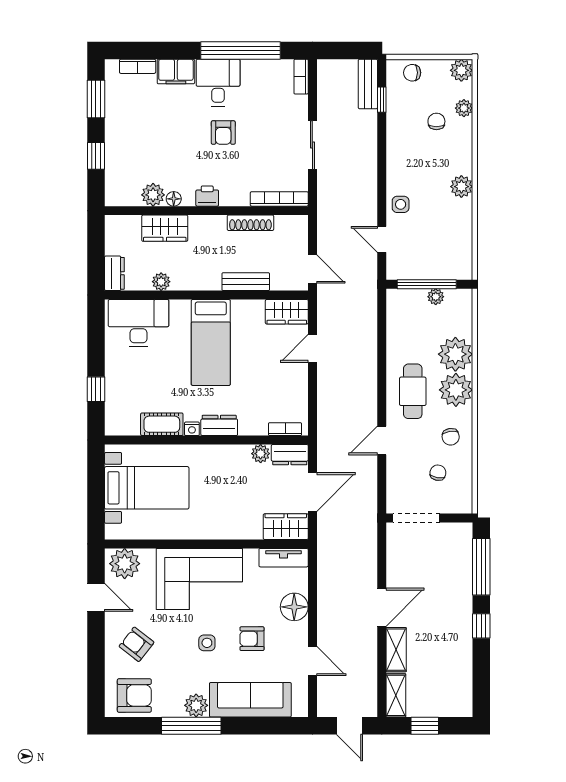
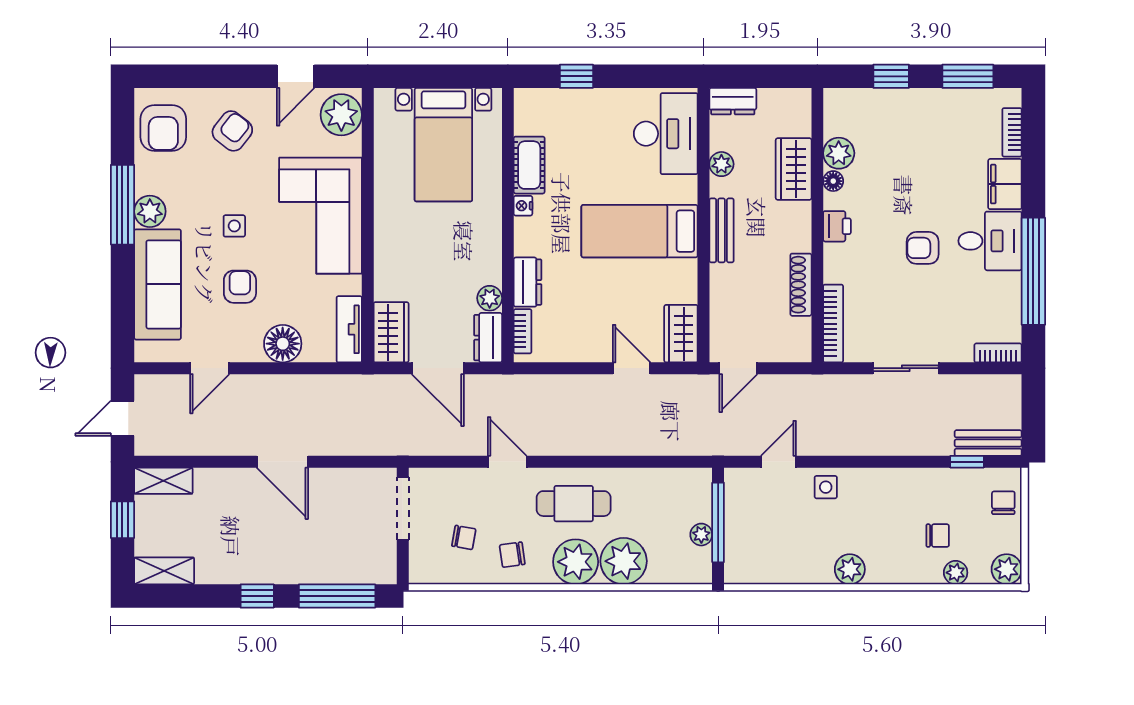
bench: (246, 282) -> (722, 230), moved
dresser: (219, 425) -> (528, 282), moved
shelving: (396, 650) -> (164, 571), moved

